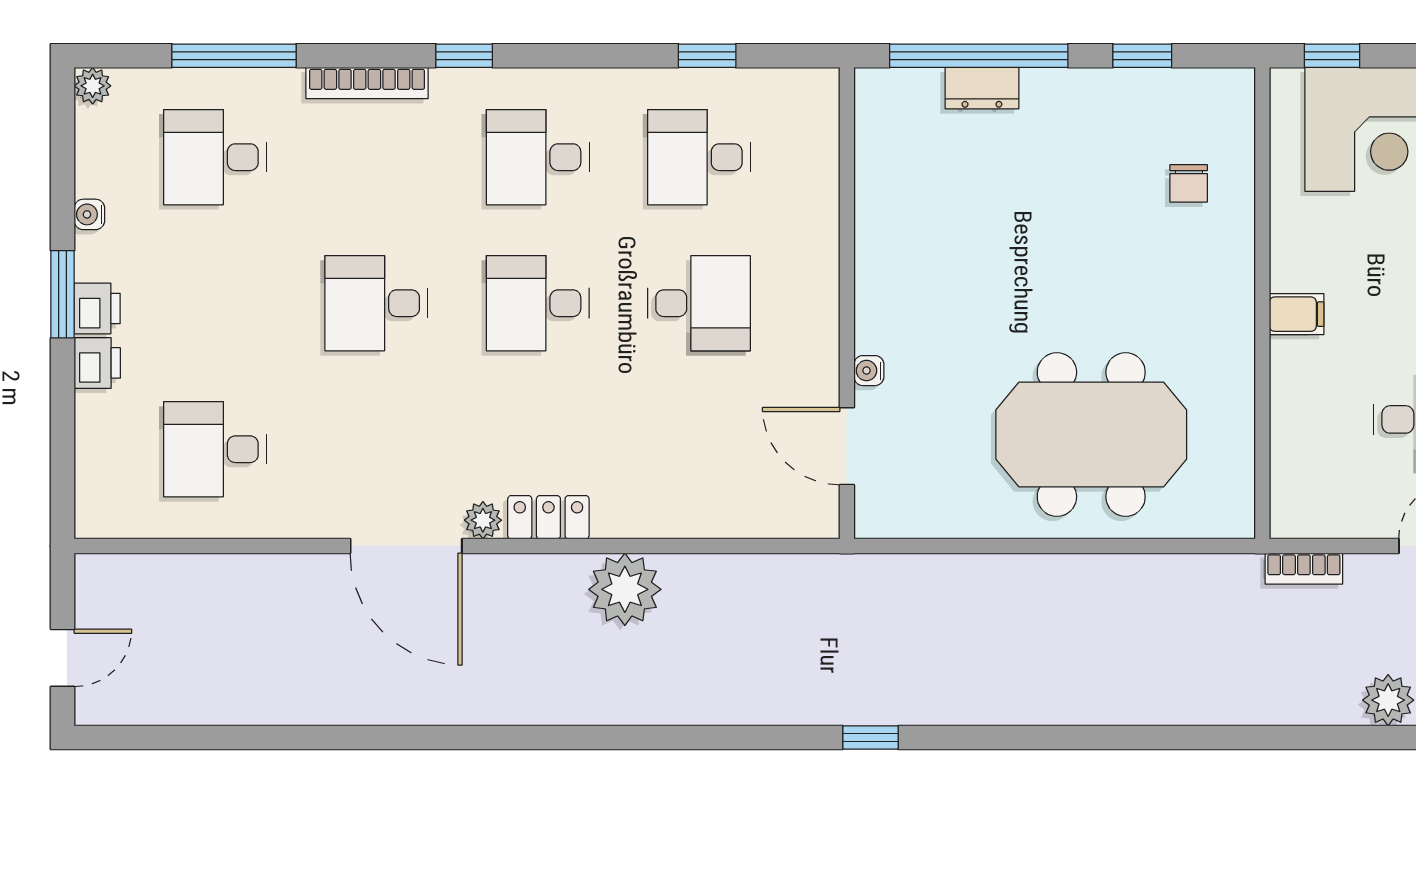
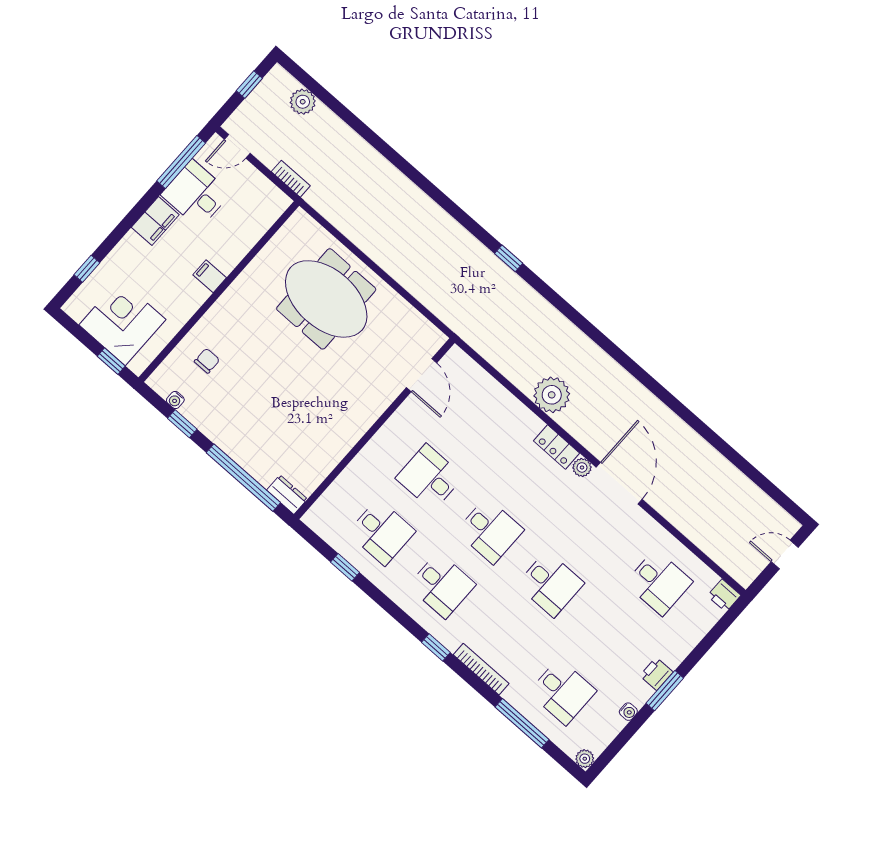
dresser: (982, 88) -> (287, 495), moved
printer: (97, 363) -> (724, 595), moved, turned -90
water cooler: (869, 371) -> (175, 400), moved, turned 90

